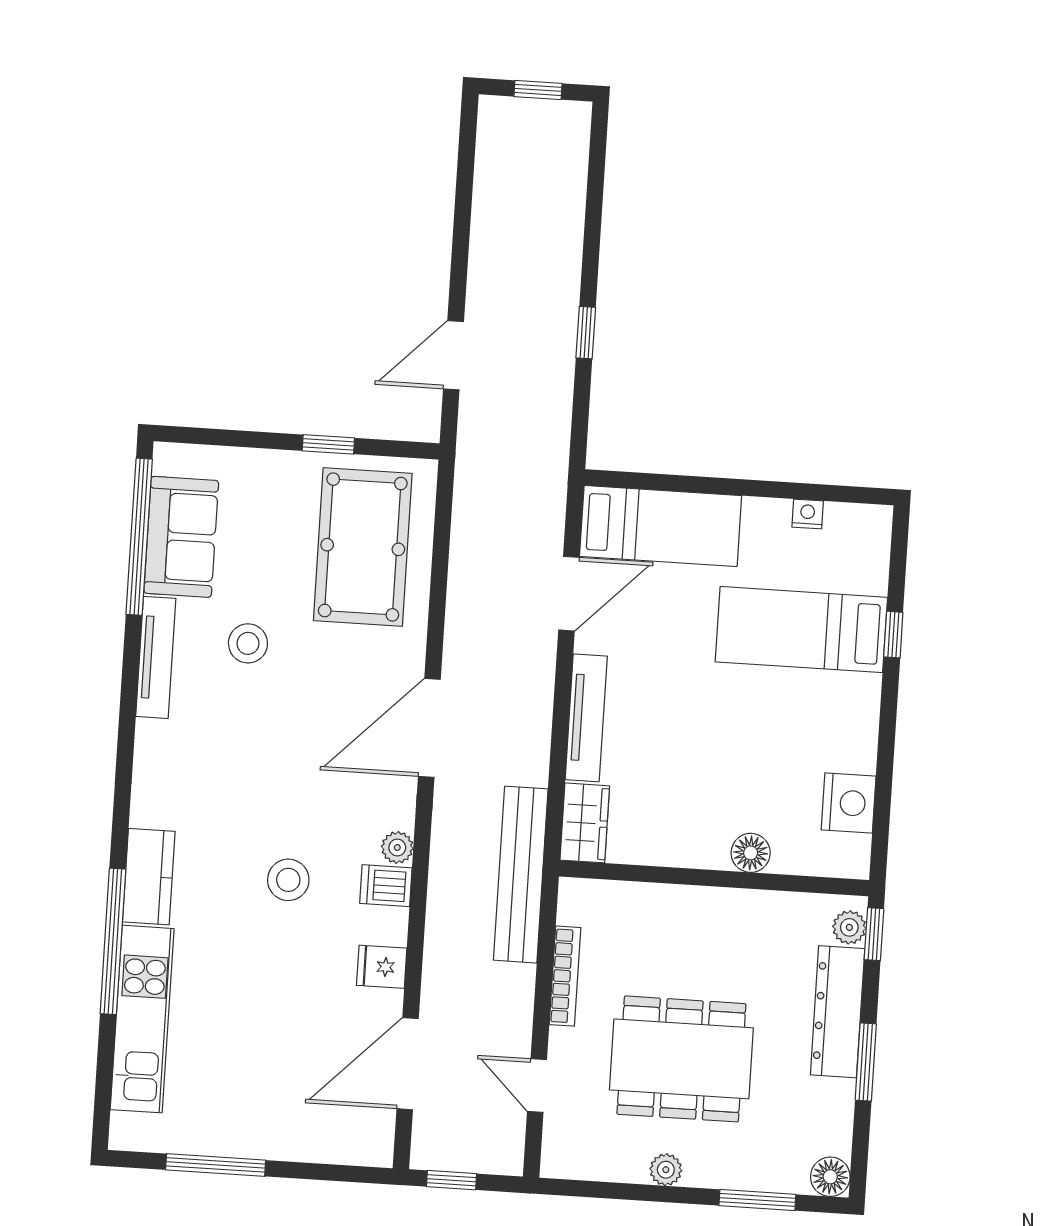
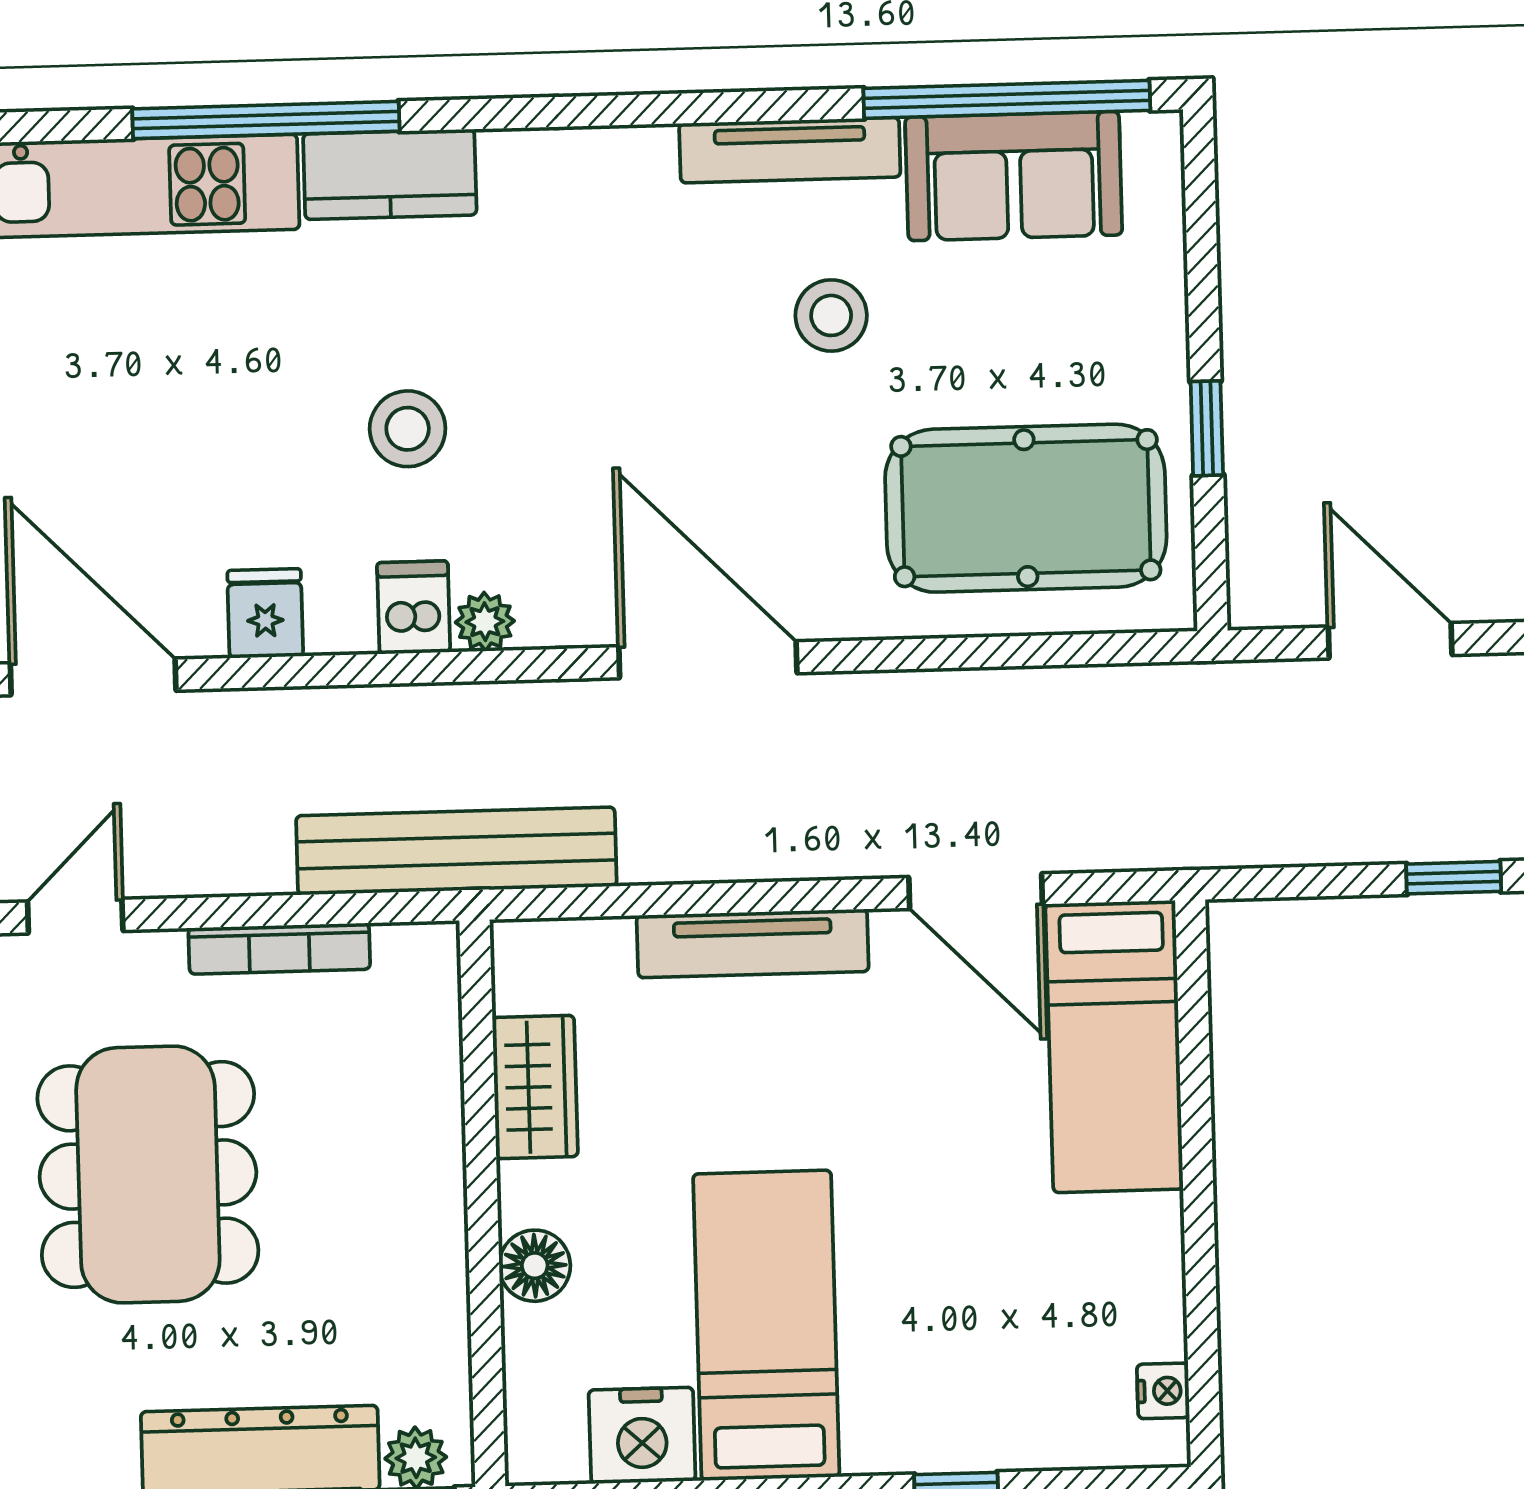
nightstand: (808, 514) -> (1163, 1391), moved
bed: (801, 630) -> (766, 1325), moved
wardrobe: (585, 823) -> (535, 1087), moved, turned -90

